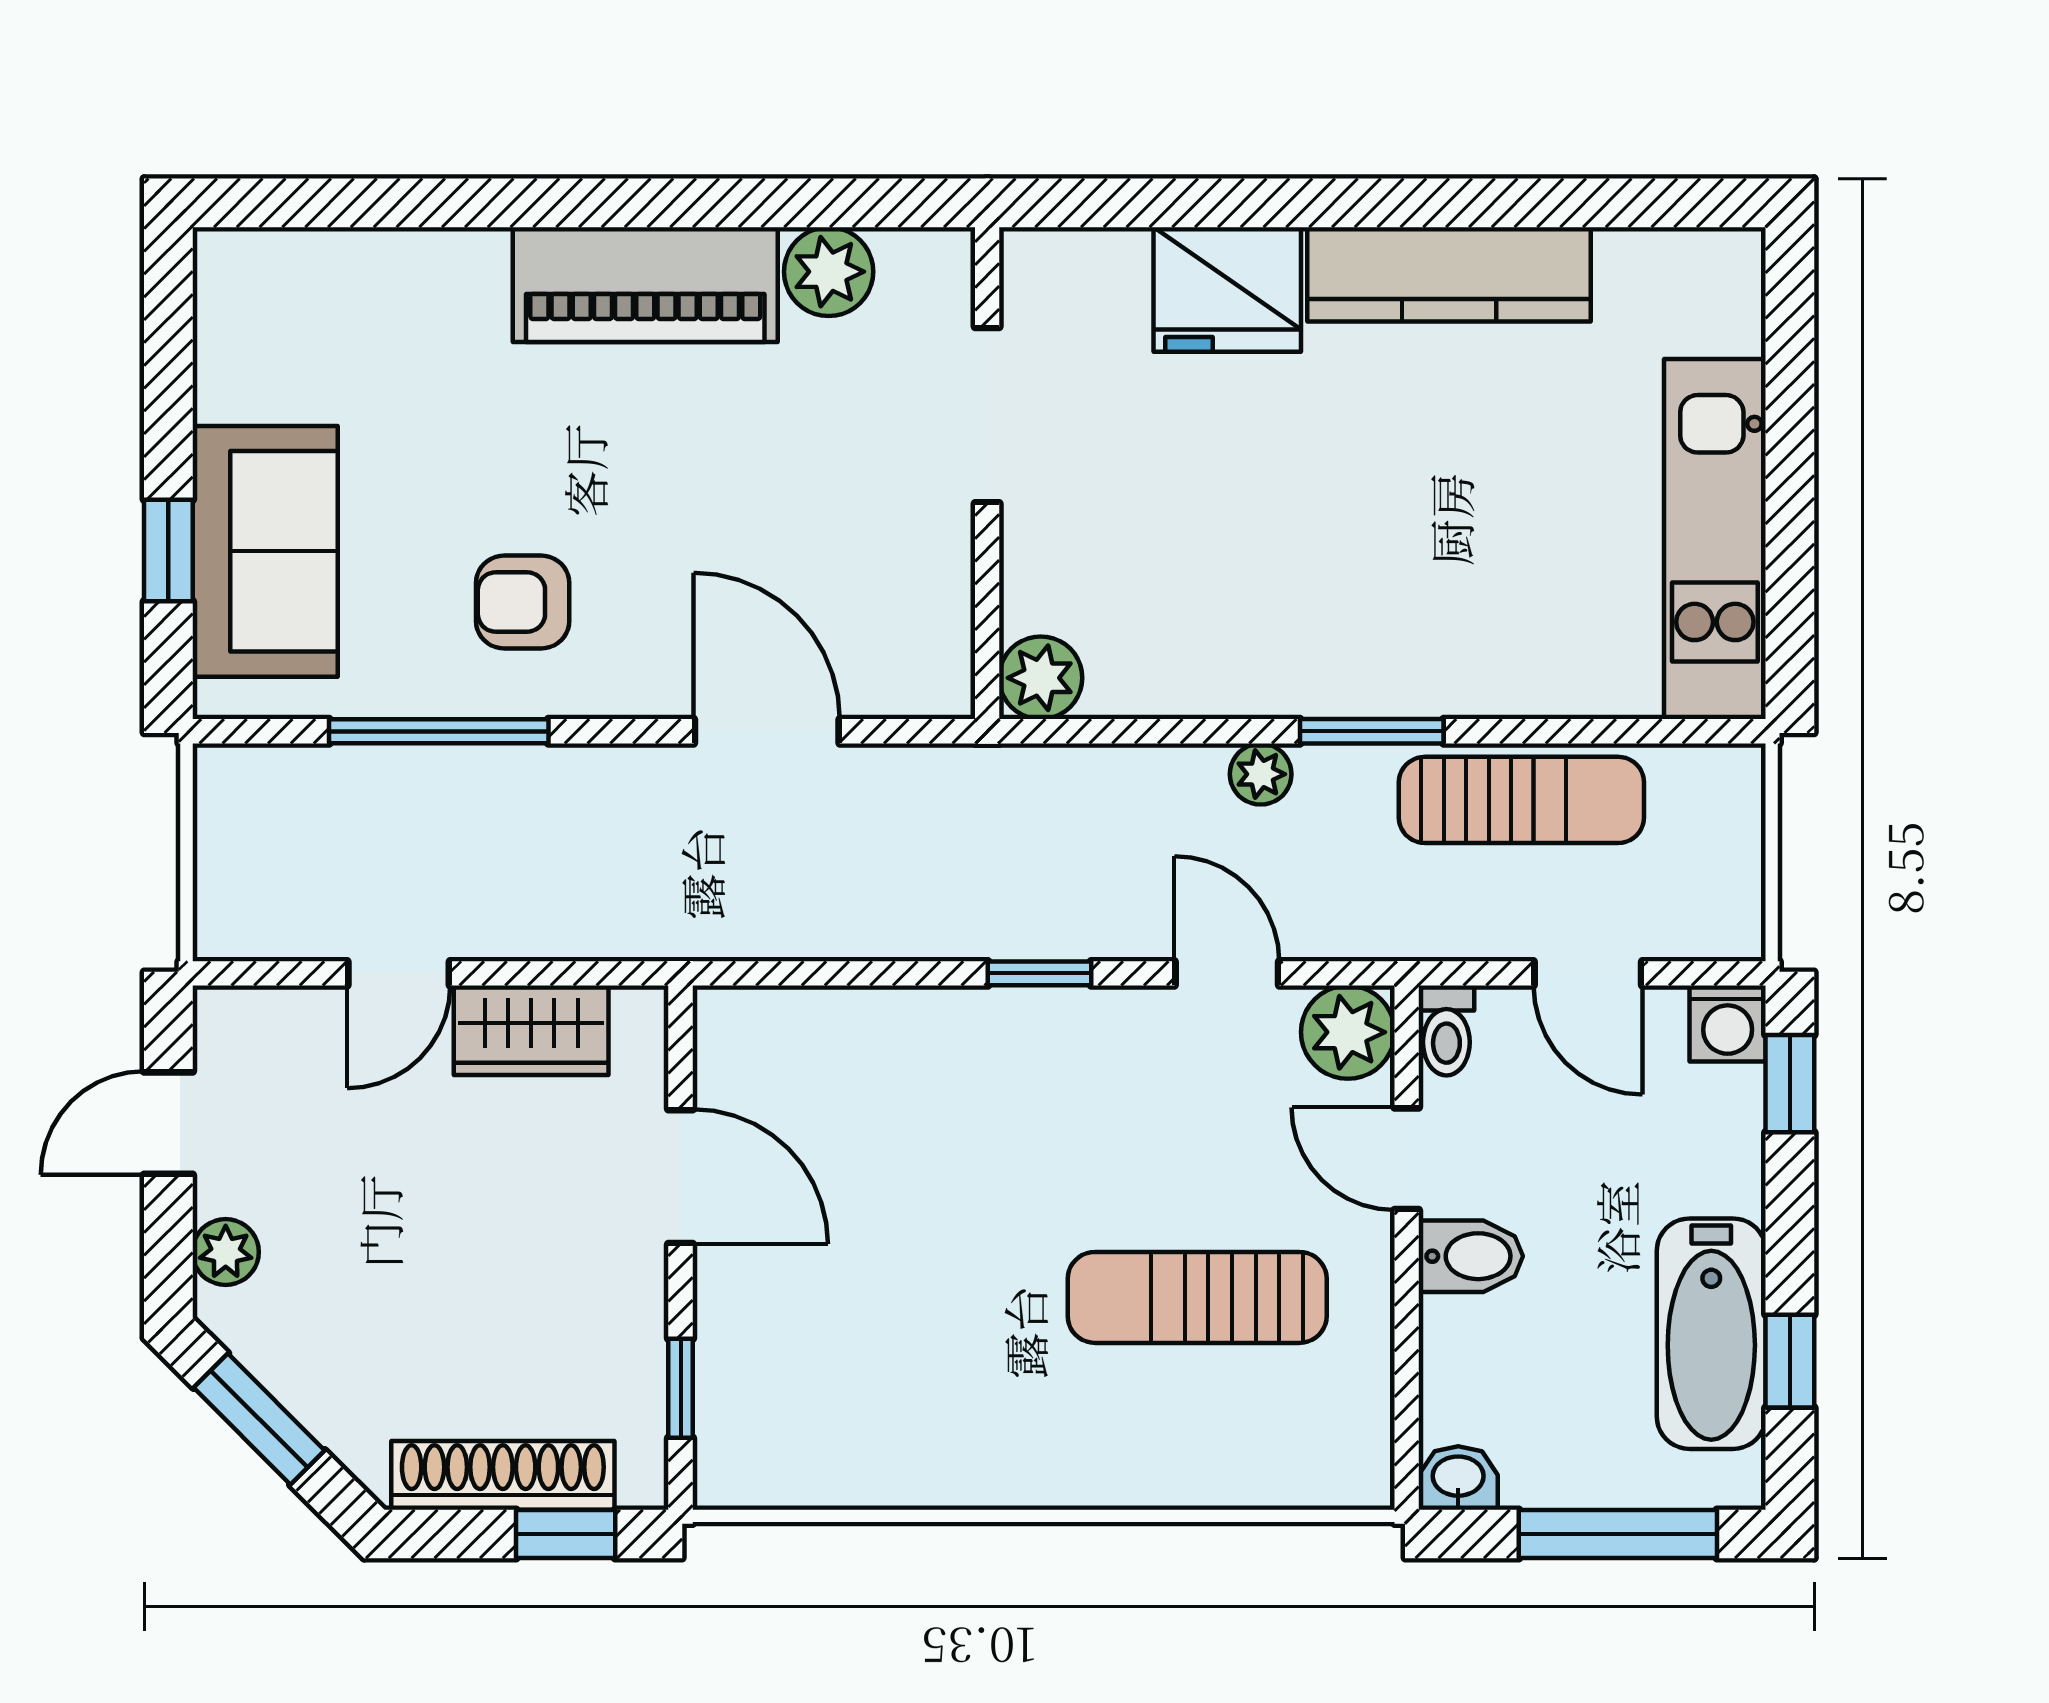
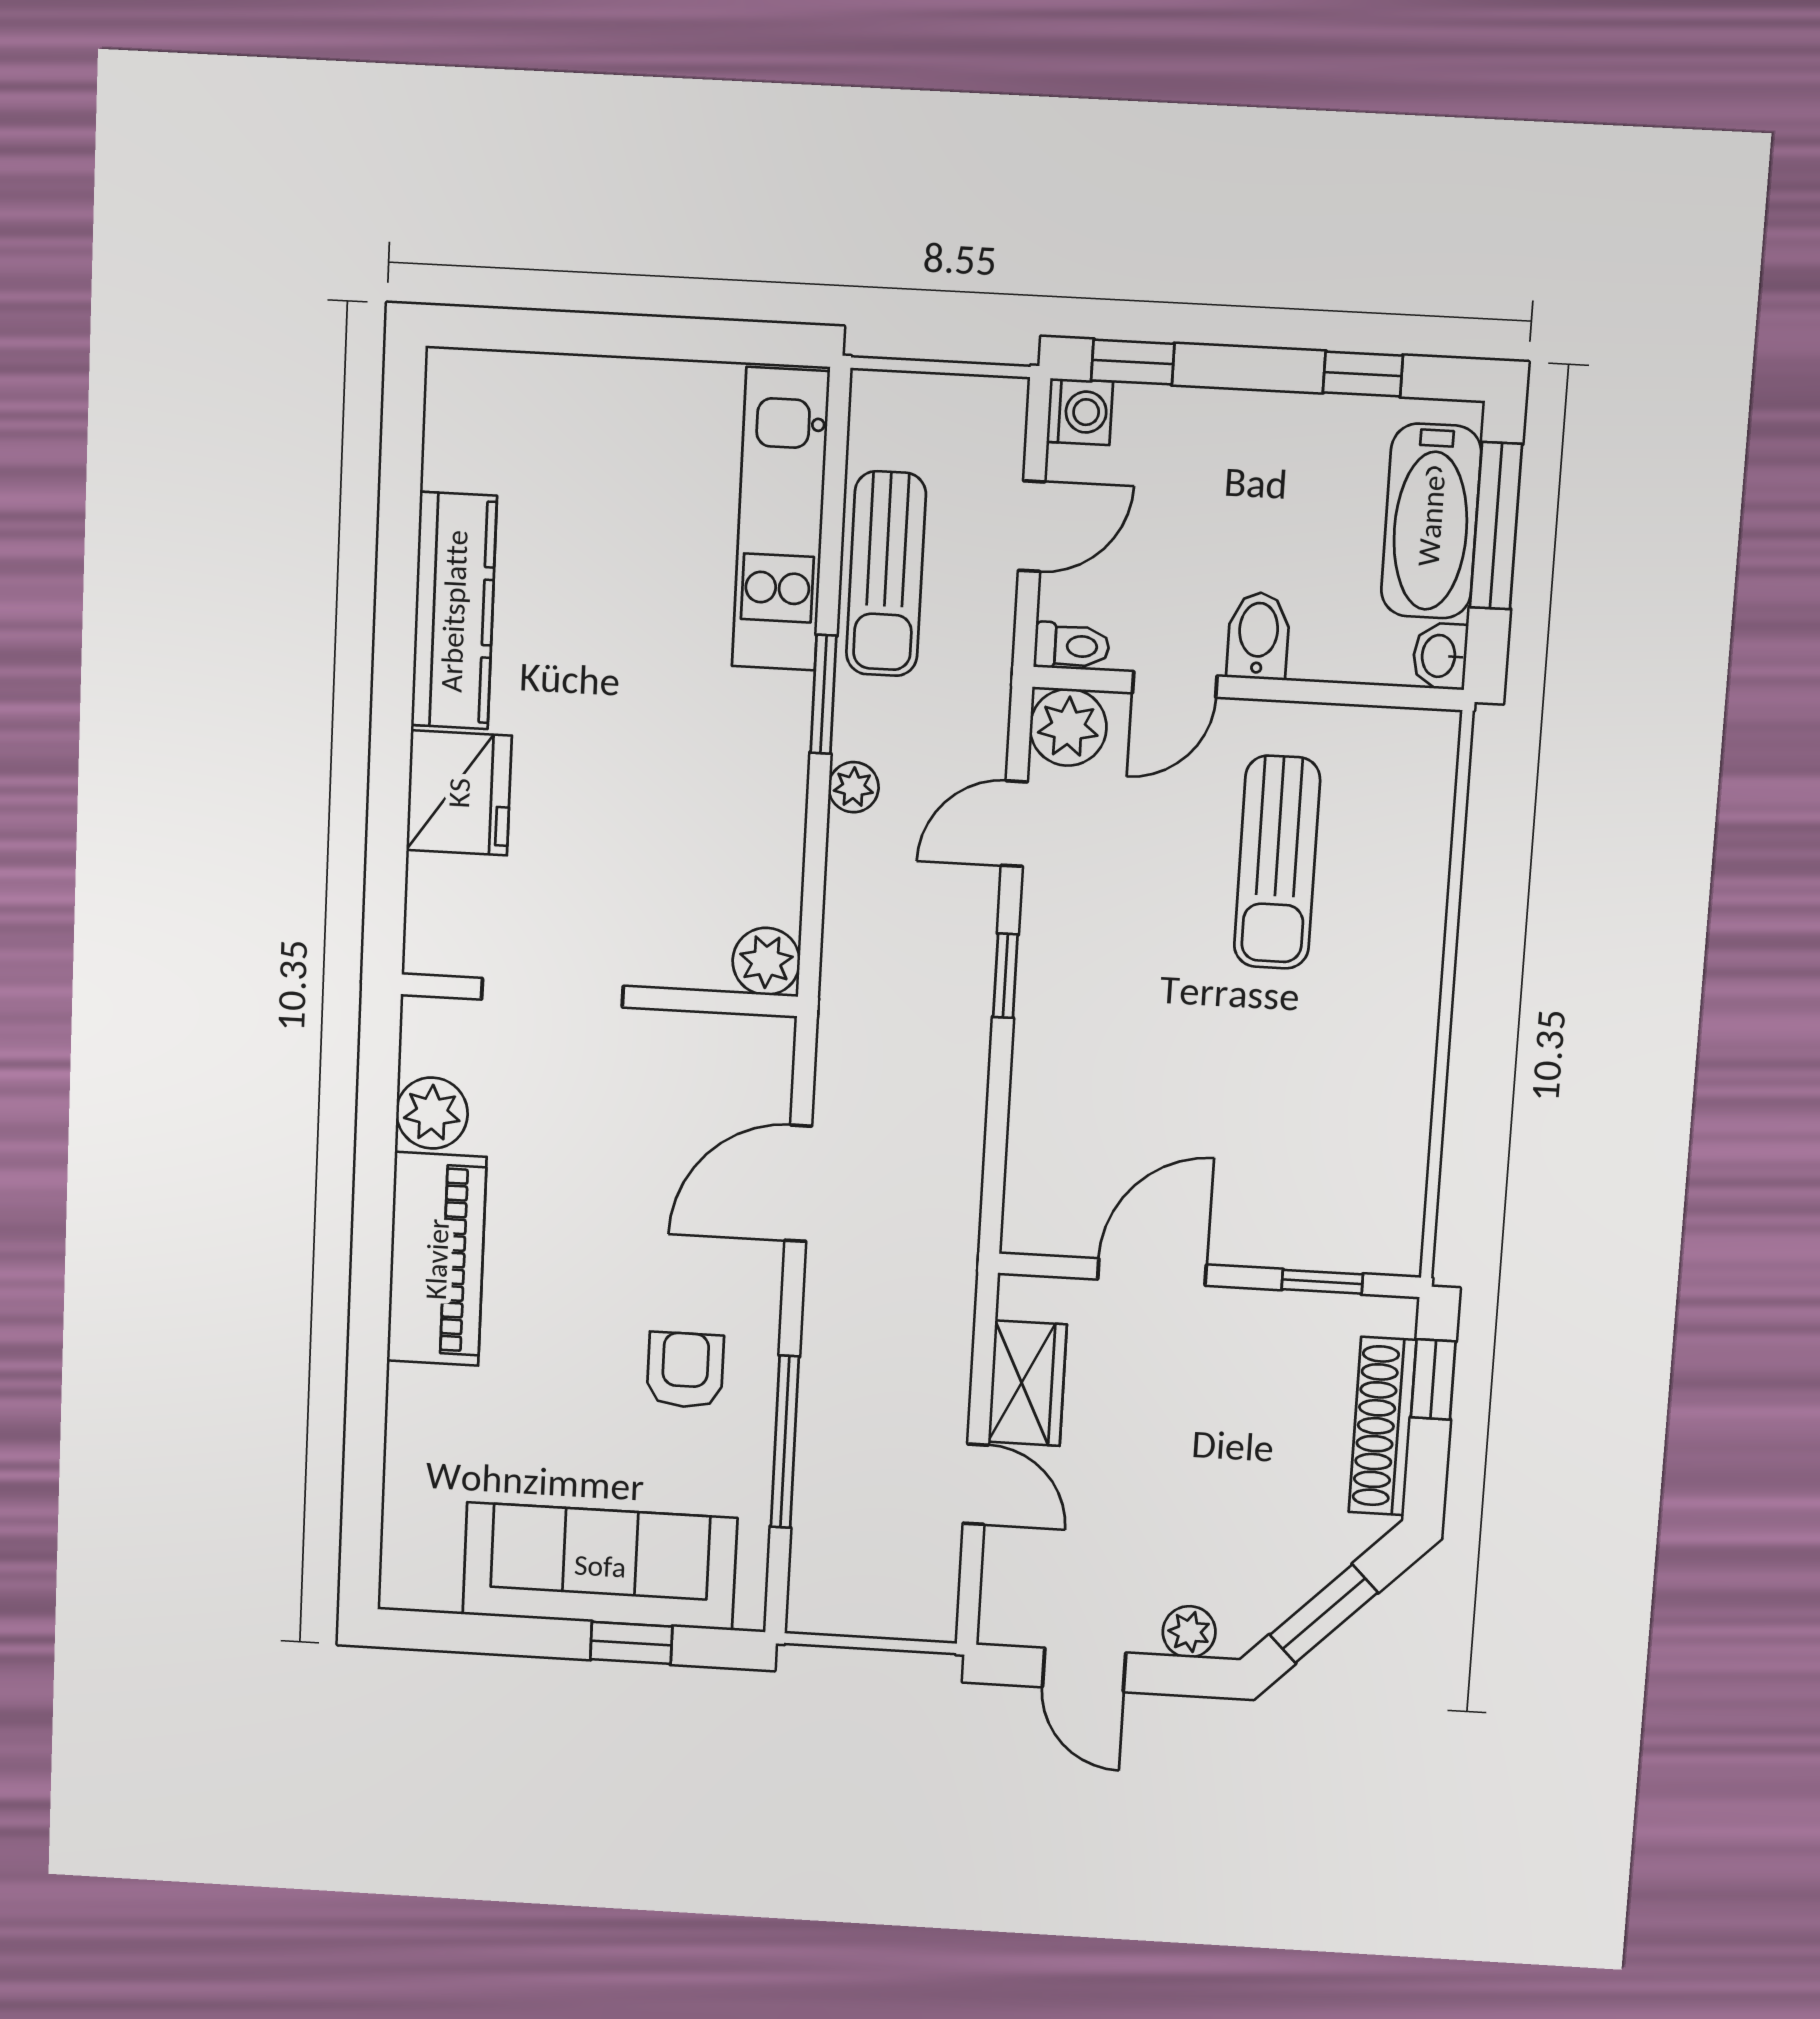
kitchen unit: (1715, 539) -> (781, 519), moved, turned 90
sofa: (265, 551) -> (600, 1566), width x1.36
armchair: (523, 602) -> (685, 1370), turned 180
sun lounger: (1521, 800) -> (886, 574), turned 180
bathtub: (1711, 1334) -> (1431, 521), moved, turned 90

